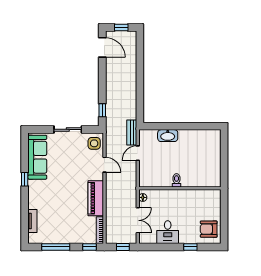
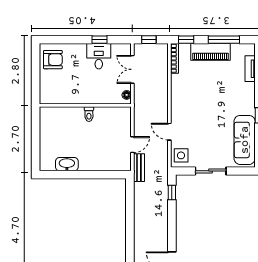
washbasin: (168, 136) -> (67, 164), moved
piano: (96, 198) -> (210, 52), moved, turned 90
window: (190, 247) -> (99, 40), moved

